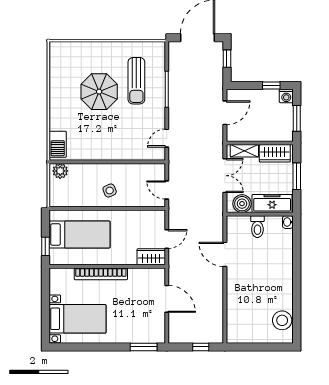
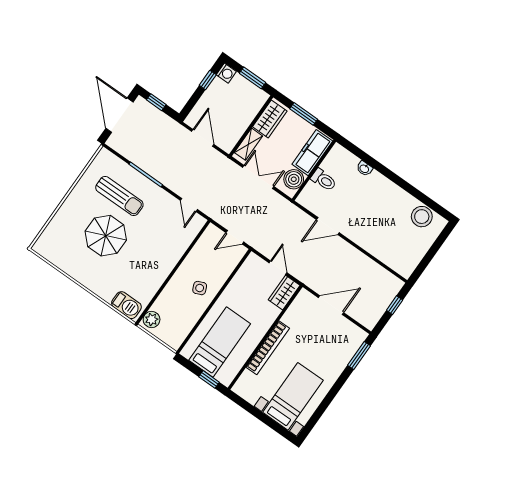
washbasin: (288, 222) -> (364, 169), moved

